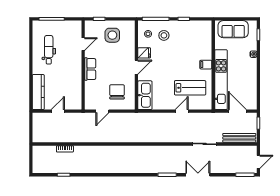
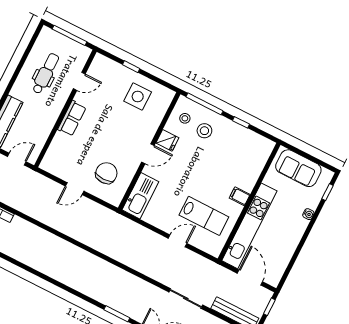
door: (83, 44) -> (79, 81), moved
wall: (83, 65) -> (65, 109), moved
row of seats: (90, 69) -> (72, 118), moved

